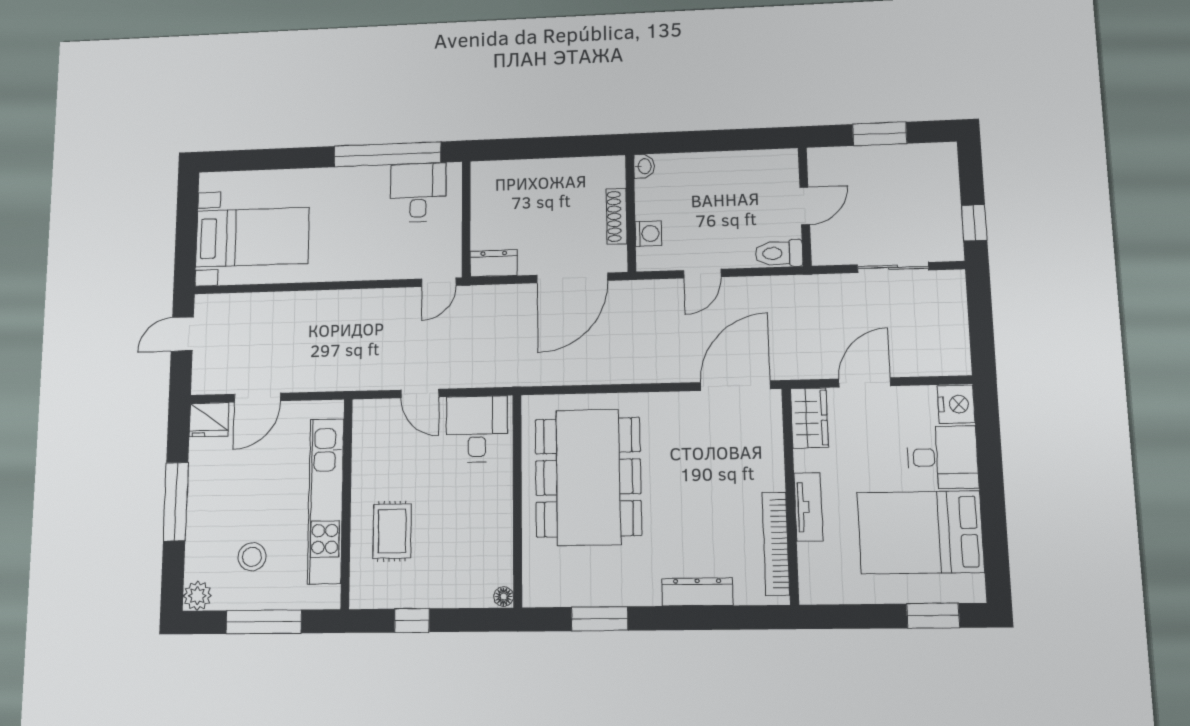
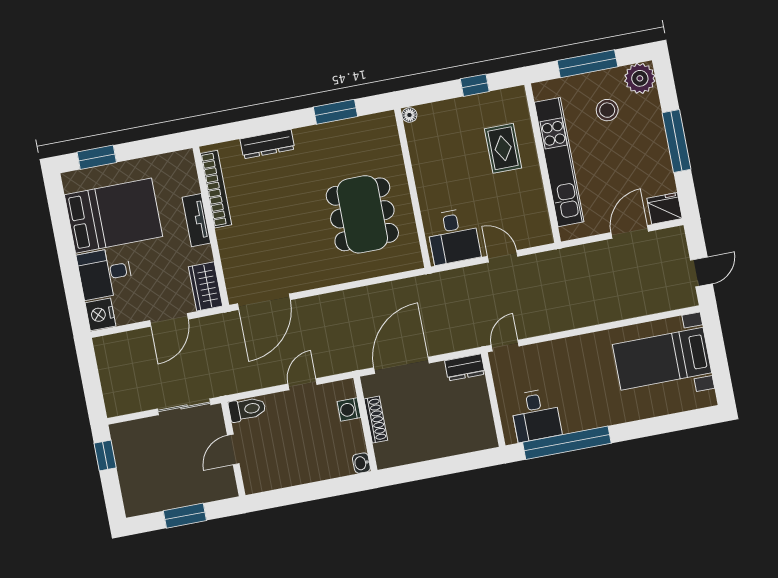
sliding door: (893, 267) -> (184, 407), moved
dining table: (588, 477) -> (362, 214), width x0.73, depth x0.80
plant: (197, 596) -> (640, 78), width x1.36, depth x1.36

